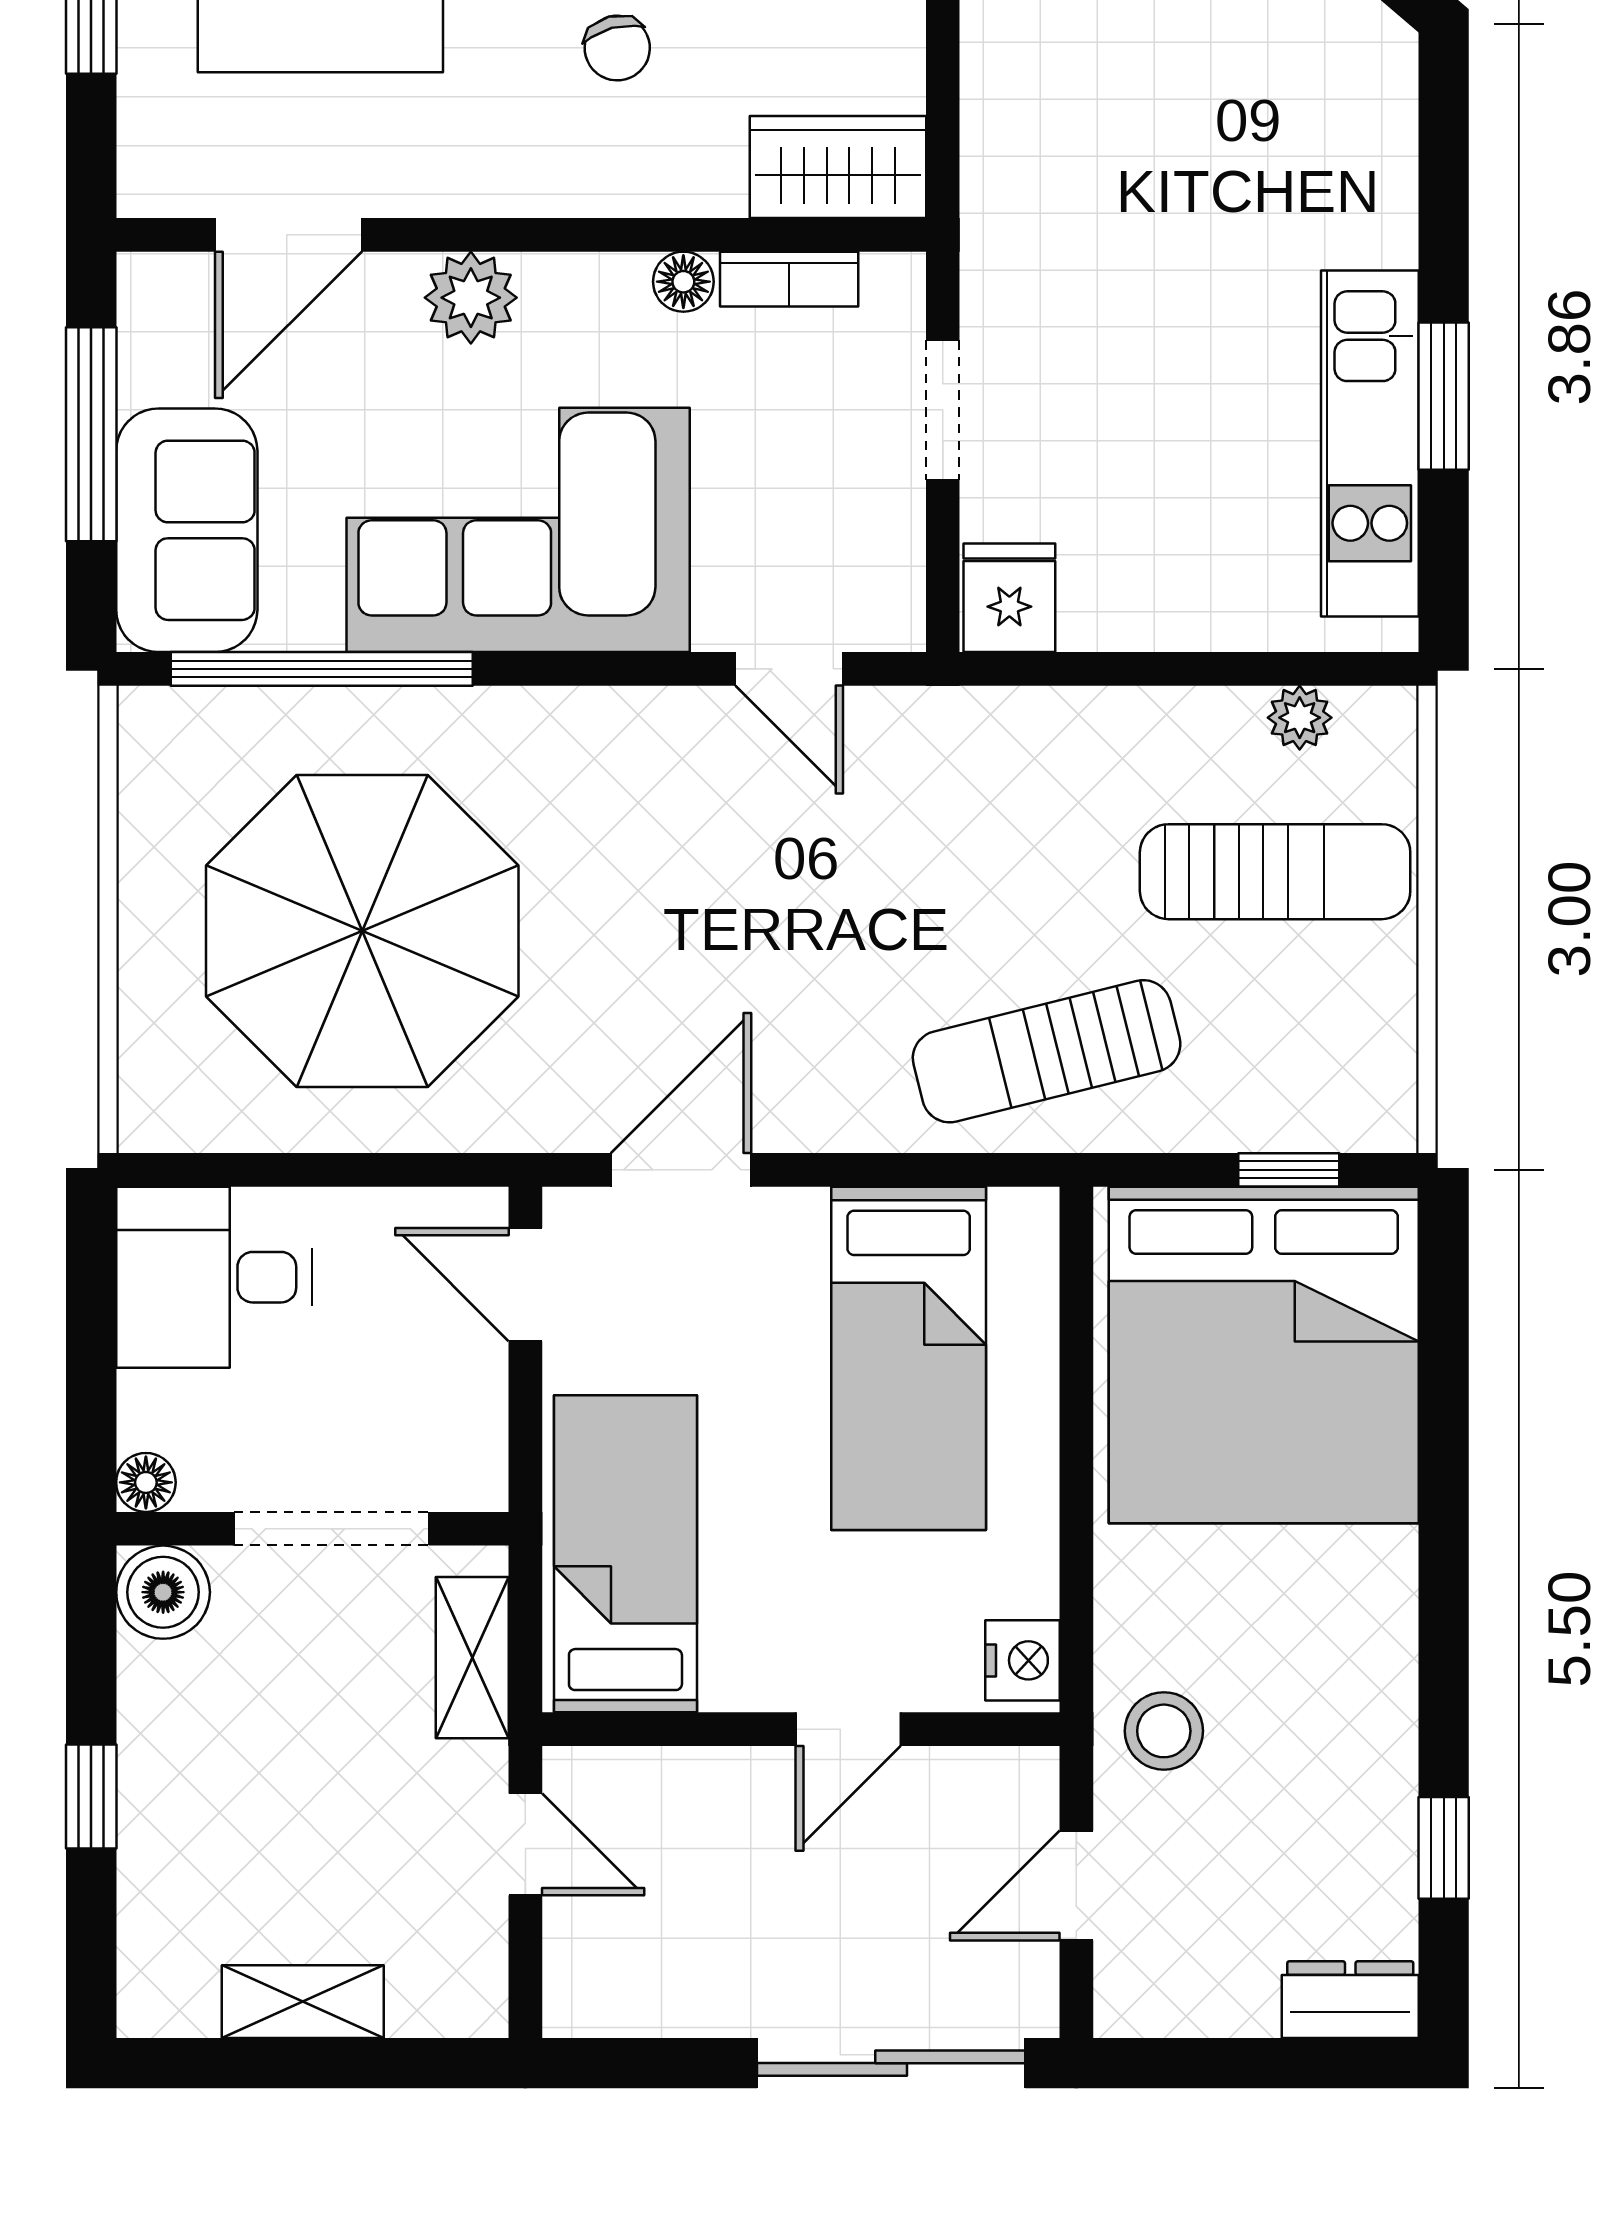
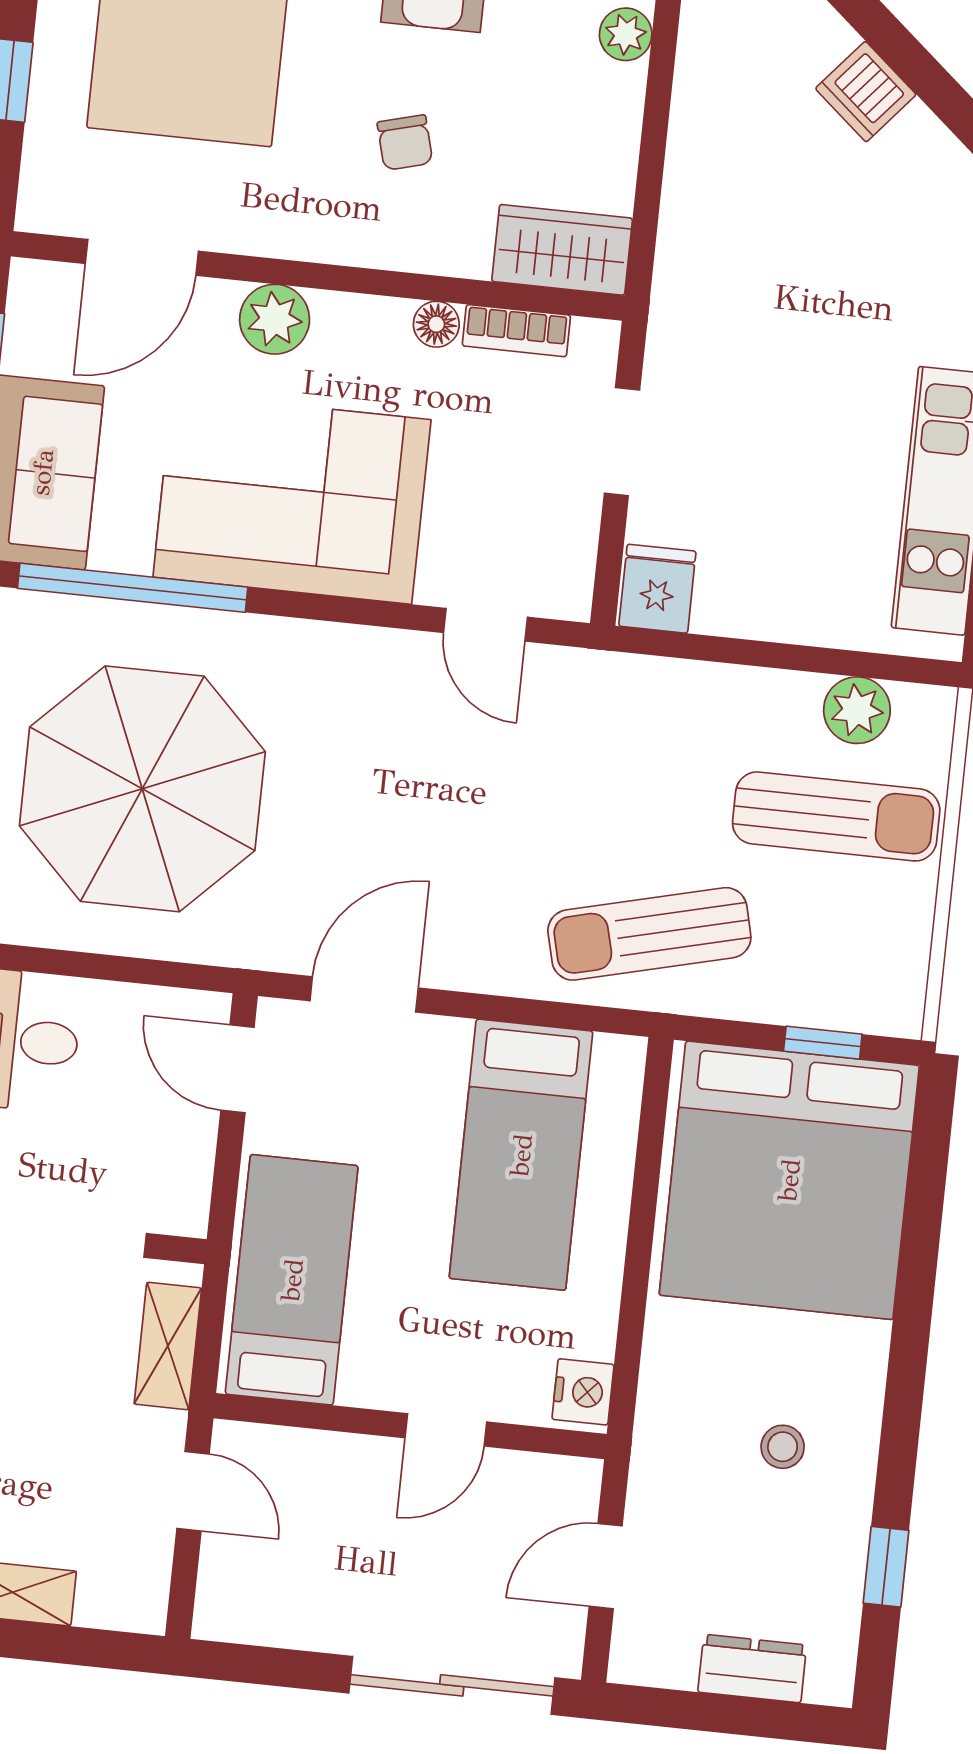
plant: (1300, 718) -> (857, 710), width x1.38, depth x1.38
stool: (1164, 1731) -> (783, 1447), moved, width x0.73, depth x0.73
dresser: (1350, 2000) -> (752, 1669), moved

